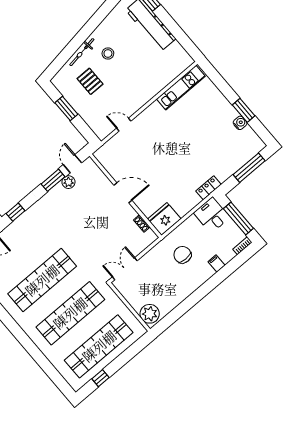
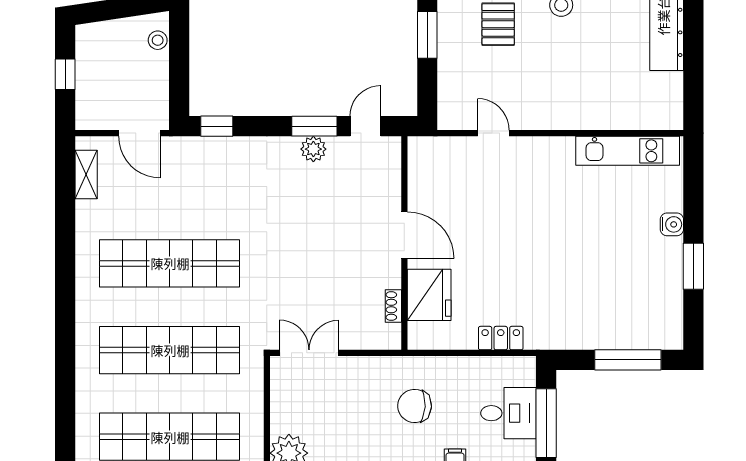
water cooler: (240, 123) -> (672, 224), moved
plant: (68, 182) -> (313, 149), moved
locker: (208, 188) -> (501, 338), moved
desk: (212, 215) -> (508, 413), moved, turned 90
fridge: (164, 219) -> (429, 295), moved, turned 90
chair: (182, 255) -> (415, 406), turned -87

